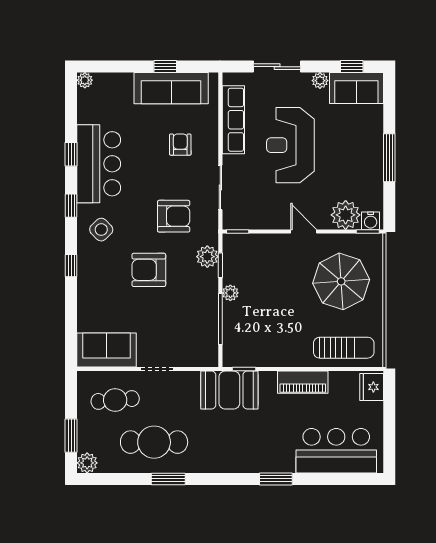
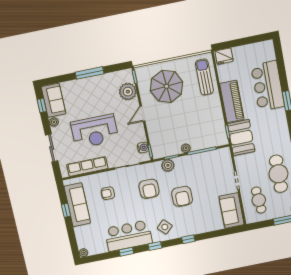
armchair: (174, 216) -> (149, 189), turned 180
water cooler: (371, 221) -> (143, 147), moved
piano: (303, 382) -> (232, 101), width x1.37, depth x1.33
bar counter: (336, 451) -> (268, 86), moved

